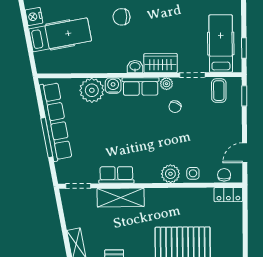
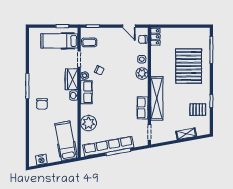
hospital bed: (60, 35) -> (66, 141), moved
water cooler: (113, 86) -> (86, 110), removed
shelving: (121, 197) -> (157, 98), width x1.47

